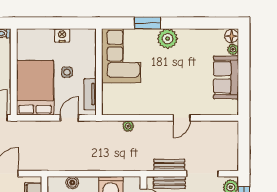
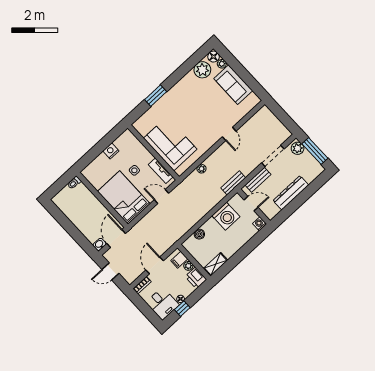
plant: (168, 39) -> (202, 70), moved
corner sofa: (121, 56) -> (170, 144), moved
door: (70, 118) -> (161, 197), hinge flipped
bench: (169, 165) -> (233, 183), moved

